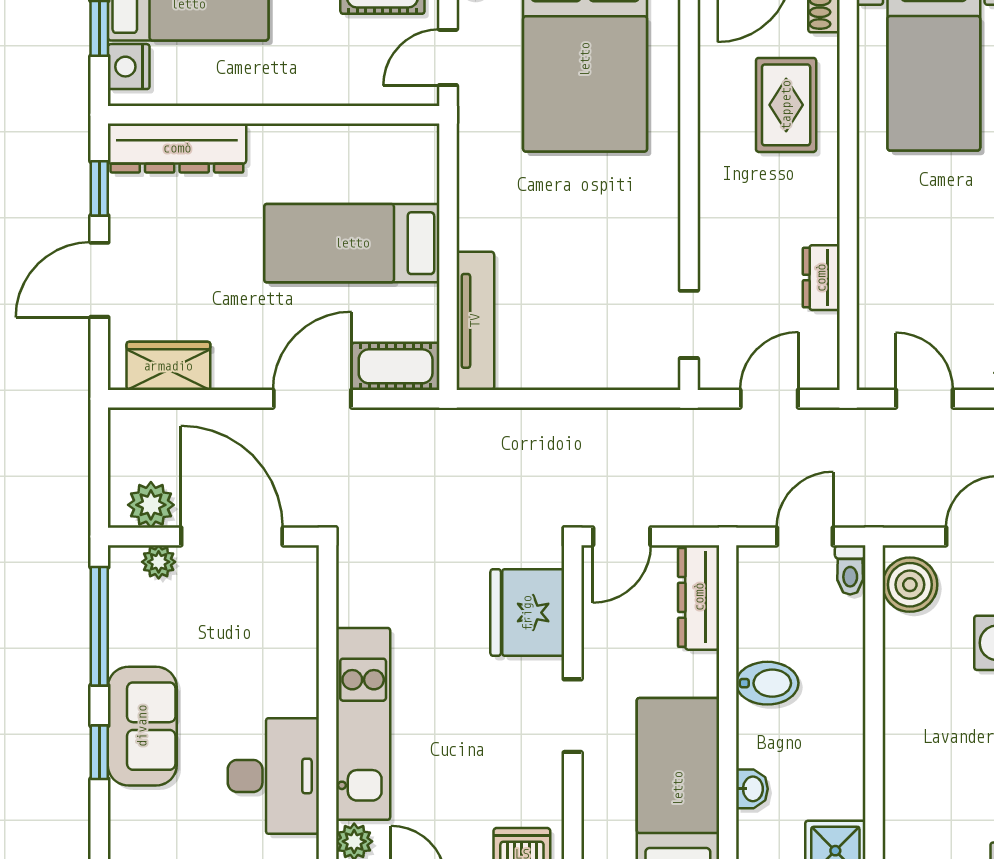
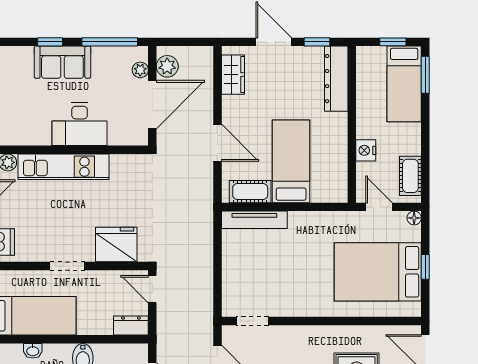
nightstand: (129, 67) -> (366, 150), moved, turned -90
cot: (396, 366) -> (250, 192), moved, turned 90
dresser: (699, 597) -> (131, 326), width x0.70
desk: (273, 776) -> (80, 124), moved

